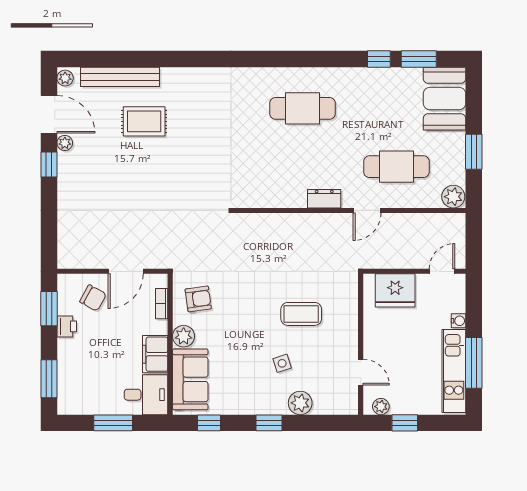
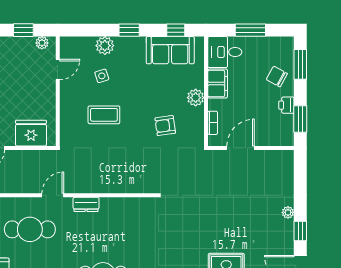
plant: (65, 143) -> (288, 212), moved
chair: (93, 298) -> (277, 77), moved
armchair: (198, 299) -> (165, 126), moved
side table: (282, 363) -> (102, 76), moved
door: (361, 372) -> (58, 70), swing flipped
sofa: (190, 379) -> (170, 50), moved, turned -90

